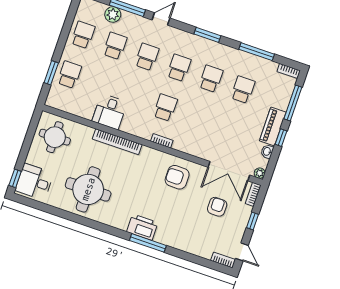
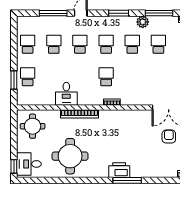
plant: (113, 14) -> (143, 22), moved
armchair: (177, 177) -> (132, 125), removed

